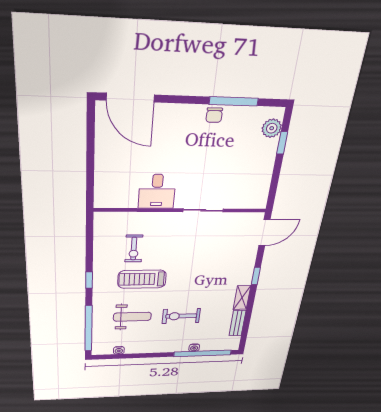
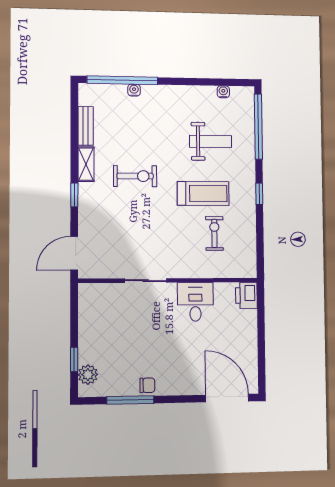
chair: (214, 115) -> (147, 385), turned 90
printer: (105, 196) -> (246, 295), added
exercise bike: (181, 316) -> (135, 176), moved
weight bench: (132, 317) -> (211, 141), turned 180

